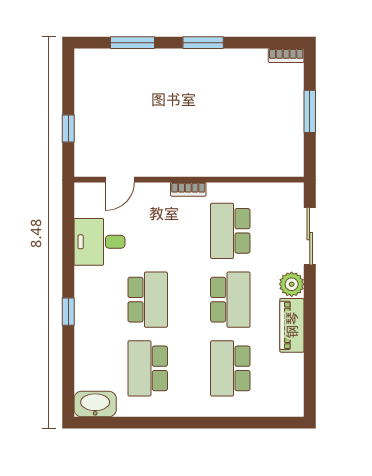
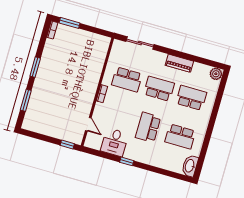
window: (310, 111) -> (69, 23), moved
window: (68, 129) -> (67, 144), moved
plant: (292, 284) -> (216, 74), moved
school desk: (148, 300) -> (148, 127), turned -90
window: (68, 312) -> (127, 161), moved
school desk: (230, 368) -> (191, 98), turned 180

